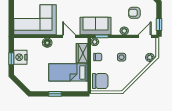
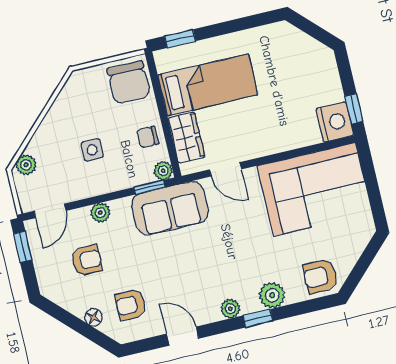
floor lamp: (47, 43) -> (273, 143), removed
nightstand: (20, 57) -> (335, 122), moved
window: (11, 59) -> (354, 109), moved
chair: (100, 81) -> (129, 82), turned -90
window: (55, 94) -> (180, 39), moved

